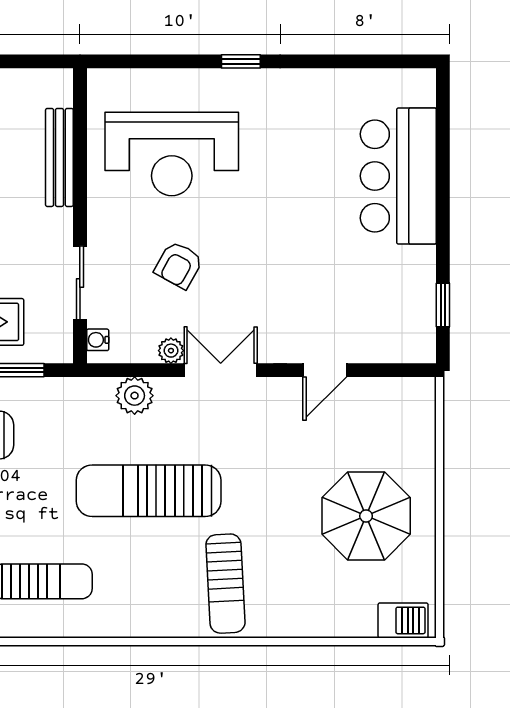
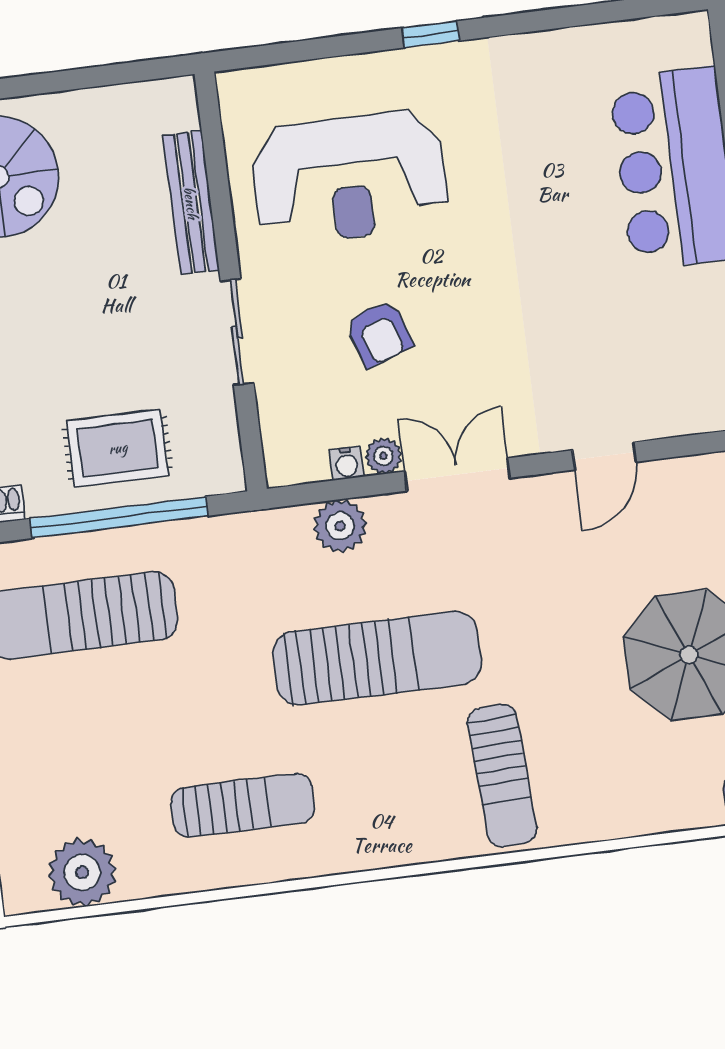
armchair: (179, 265) -> (379, 333), turned -48
sliding door: (80, 283) -> (237, 332), moved
water cooler: (98, 340) -> (347, 463), moved, turned -90
sun lounger: (149, 491) -> (377, 658), turned 180

